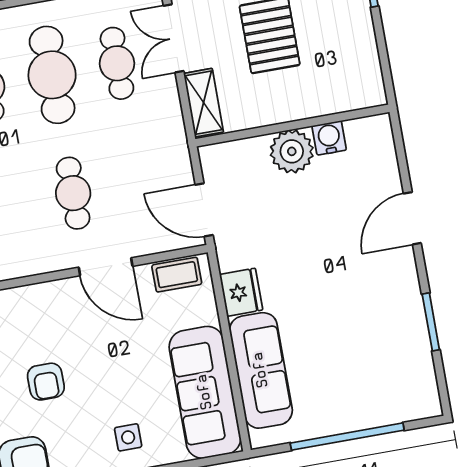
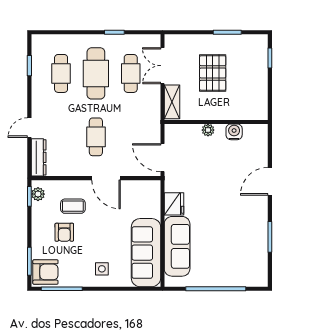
plant: (292, 151) -> (208, 130), width x0.53, depth x0.53
coffee table: (177, 275) -> (73, 206), moved

